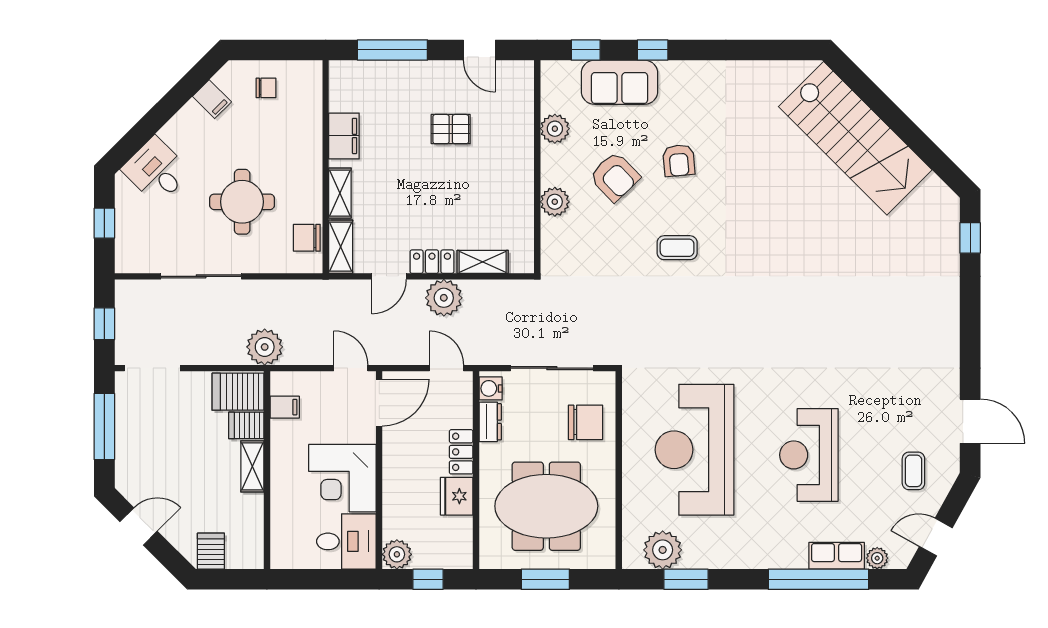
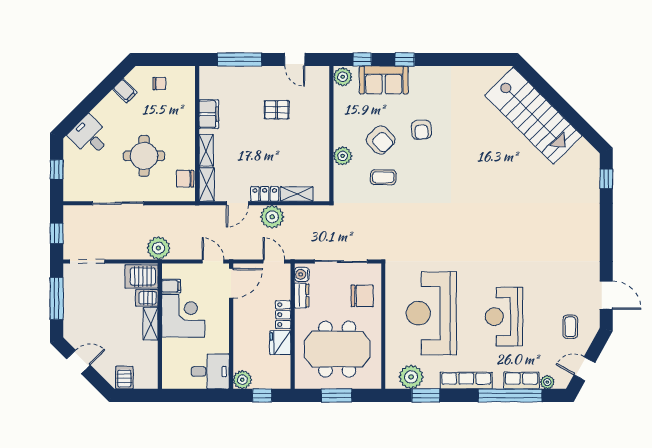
plant: (555, 129) -> (343, 77), moved
coffee table: (677, 248) -> (383, 177), moved
corner desk: (342, 478) -> (183, 316), moved, turned 180
row of seats: (749, 556) -> (466, 381), added

